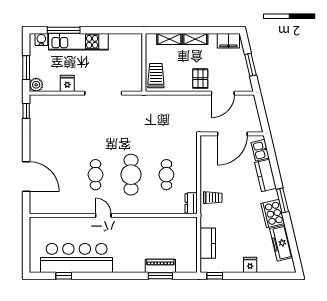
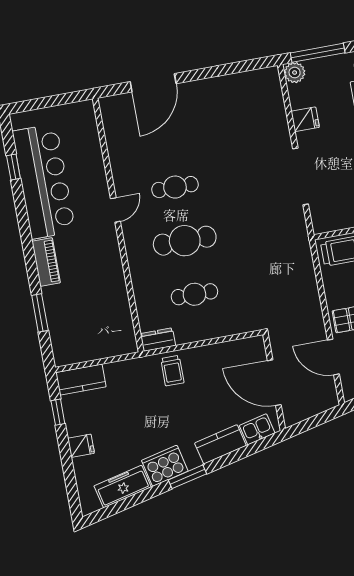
window: (26, 68) -> (318, 53), width x1.44
window: (26, 111) -> (252, 65), removed
kitchen counter: (208, 243) -> (81, 380), moved
piano: (160, 266) -> (46, 262), moved
window: (215, 276) -> (58, 412), moved

